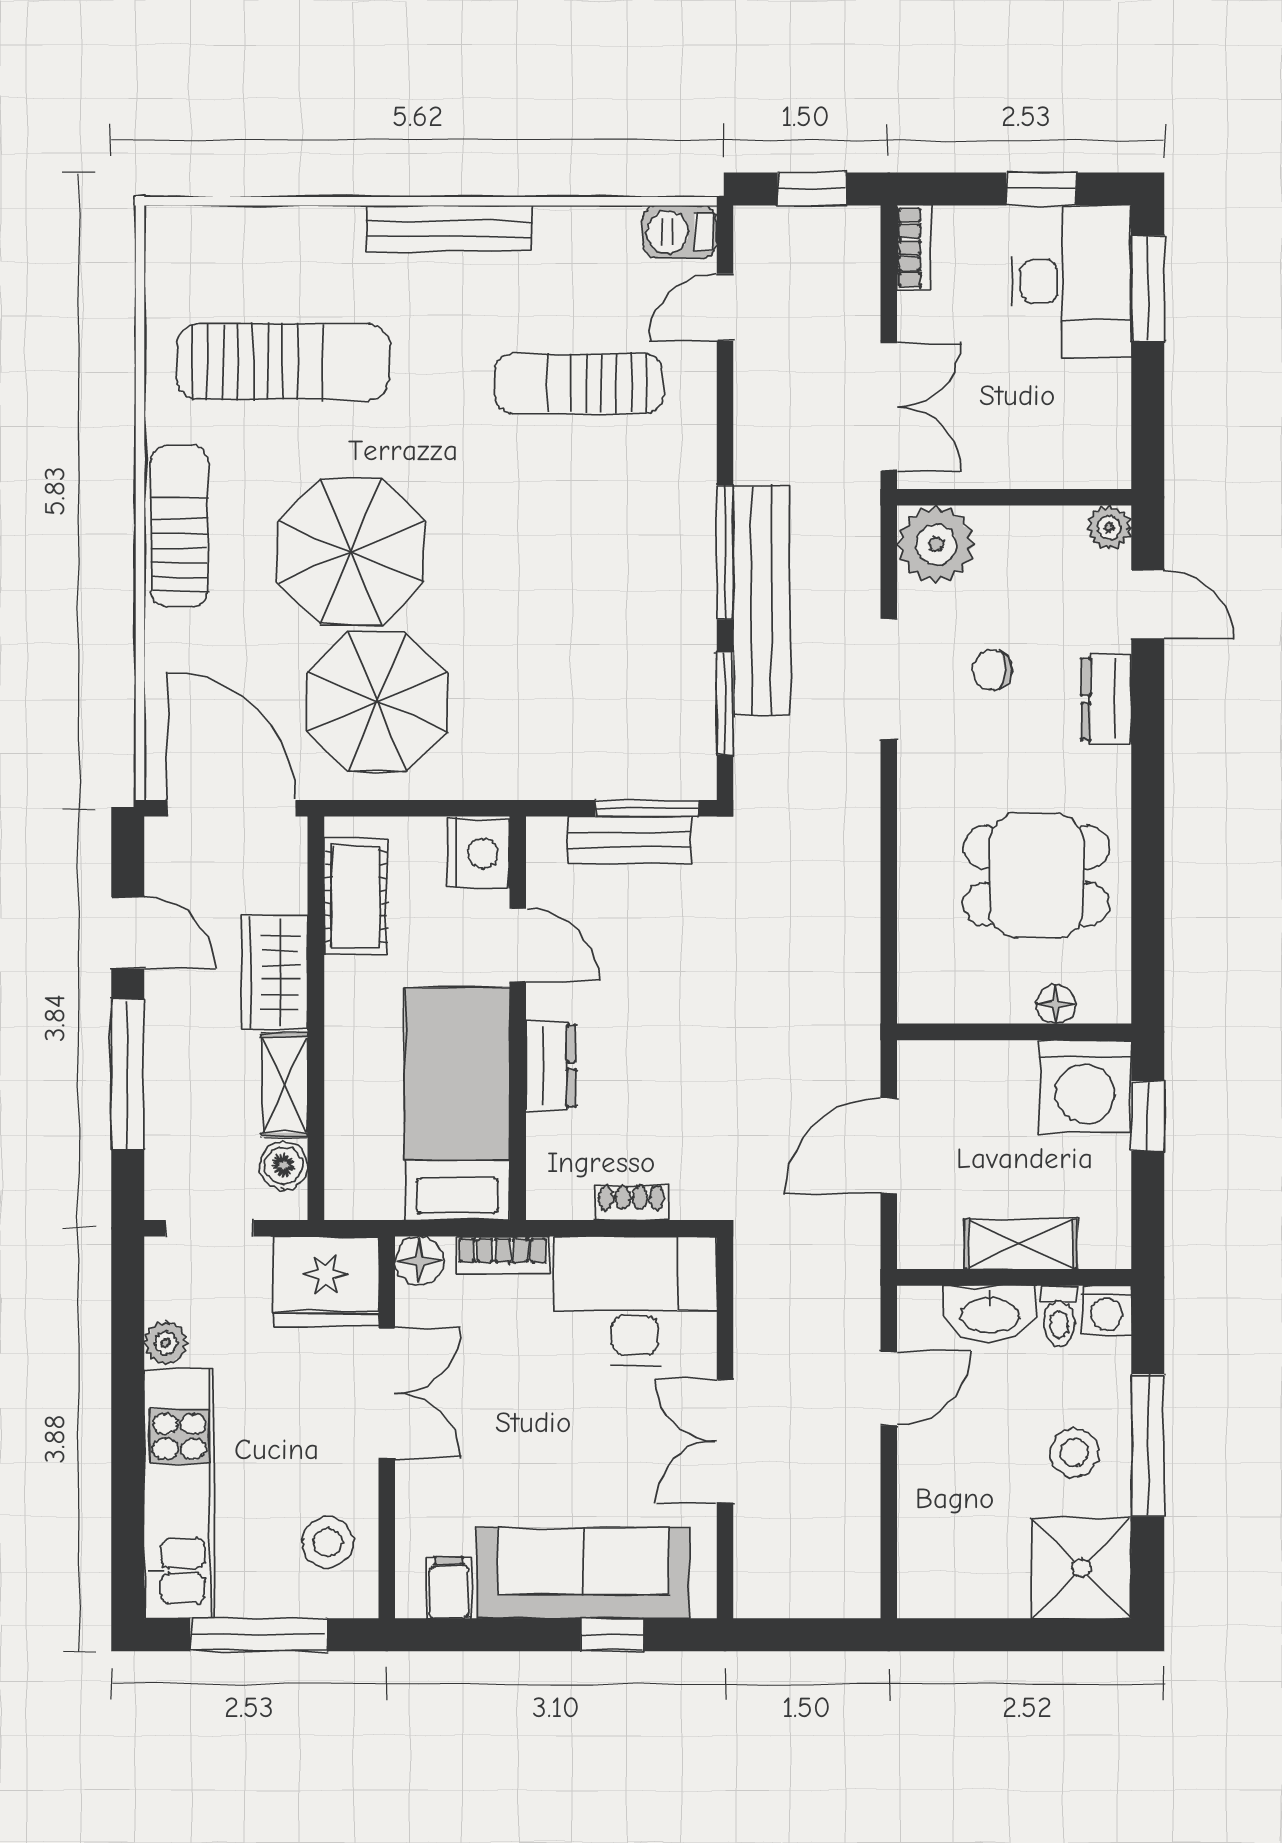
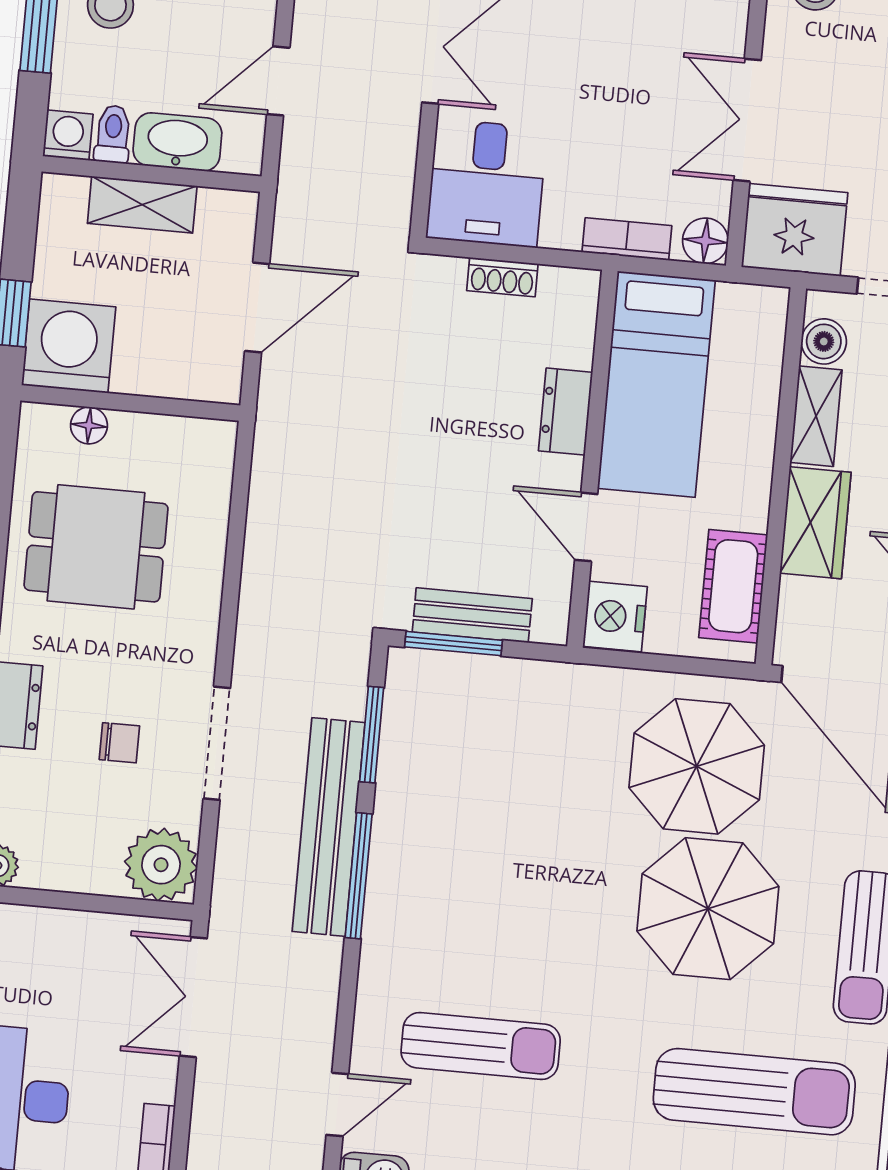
sun lounger: (284, 362) -> (754, 1092), turned 180
desk: (635, 1301) -> (487, 183), width x0.73

